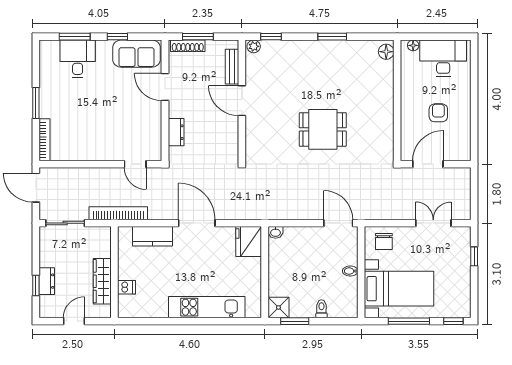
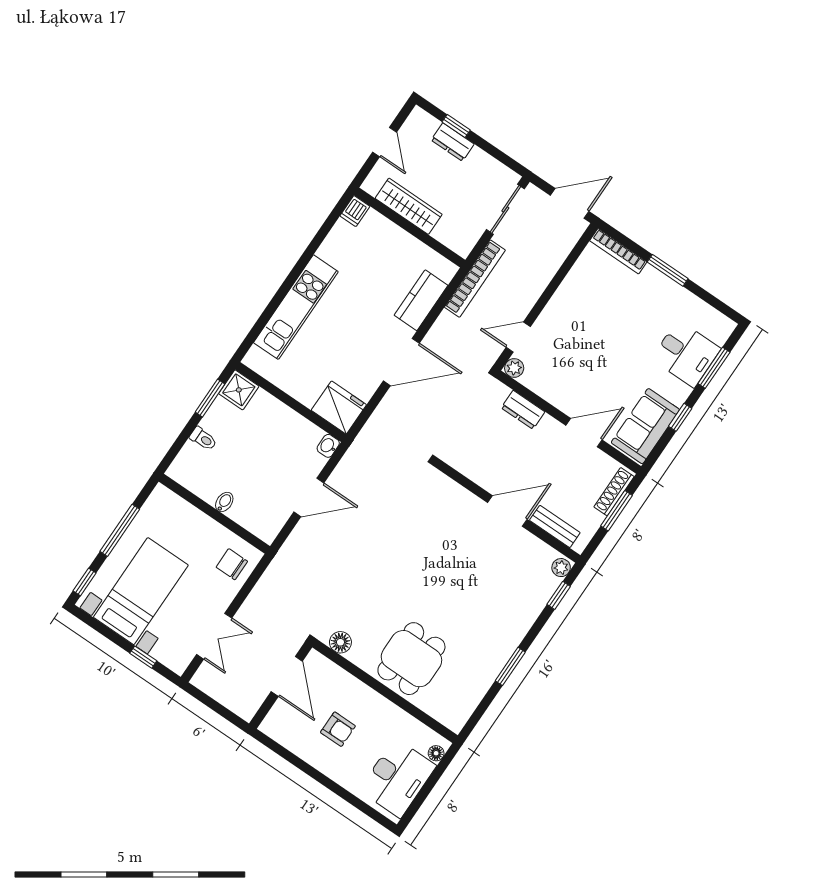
floor lamp: (386, 52) -> (340, 642), moved
dining table: (323, 129) -> (411, 659), moved
plant: (155, 154) -> (514, 368), added
door: (338, 223) -> (309, 497), moved
dishwasher: (127, 287) -> (355, 211), moved
bed with nightstands: (399, 289) -> (141, 591), moved, turned 180

